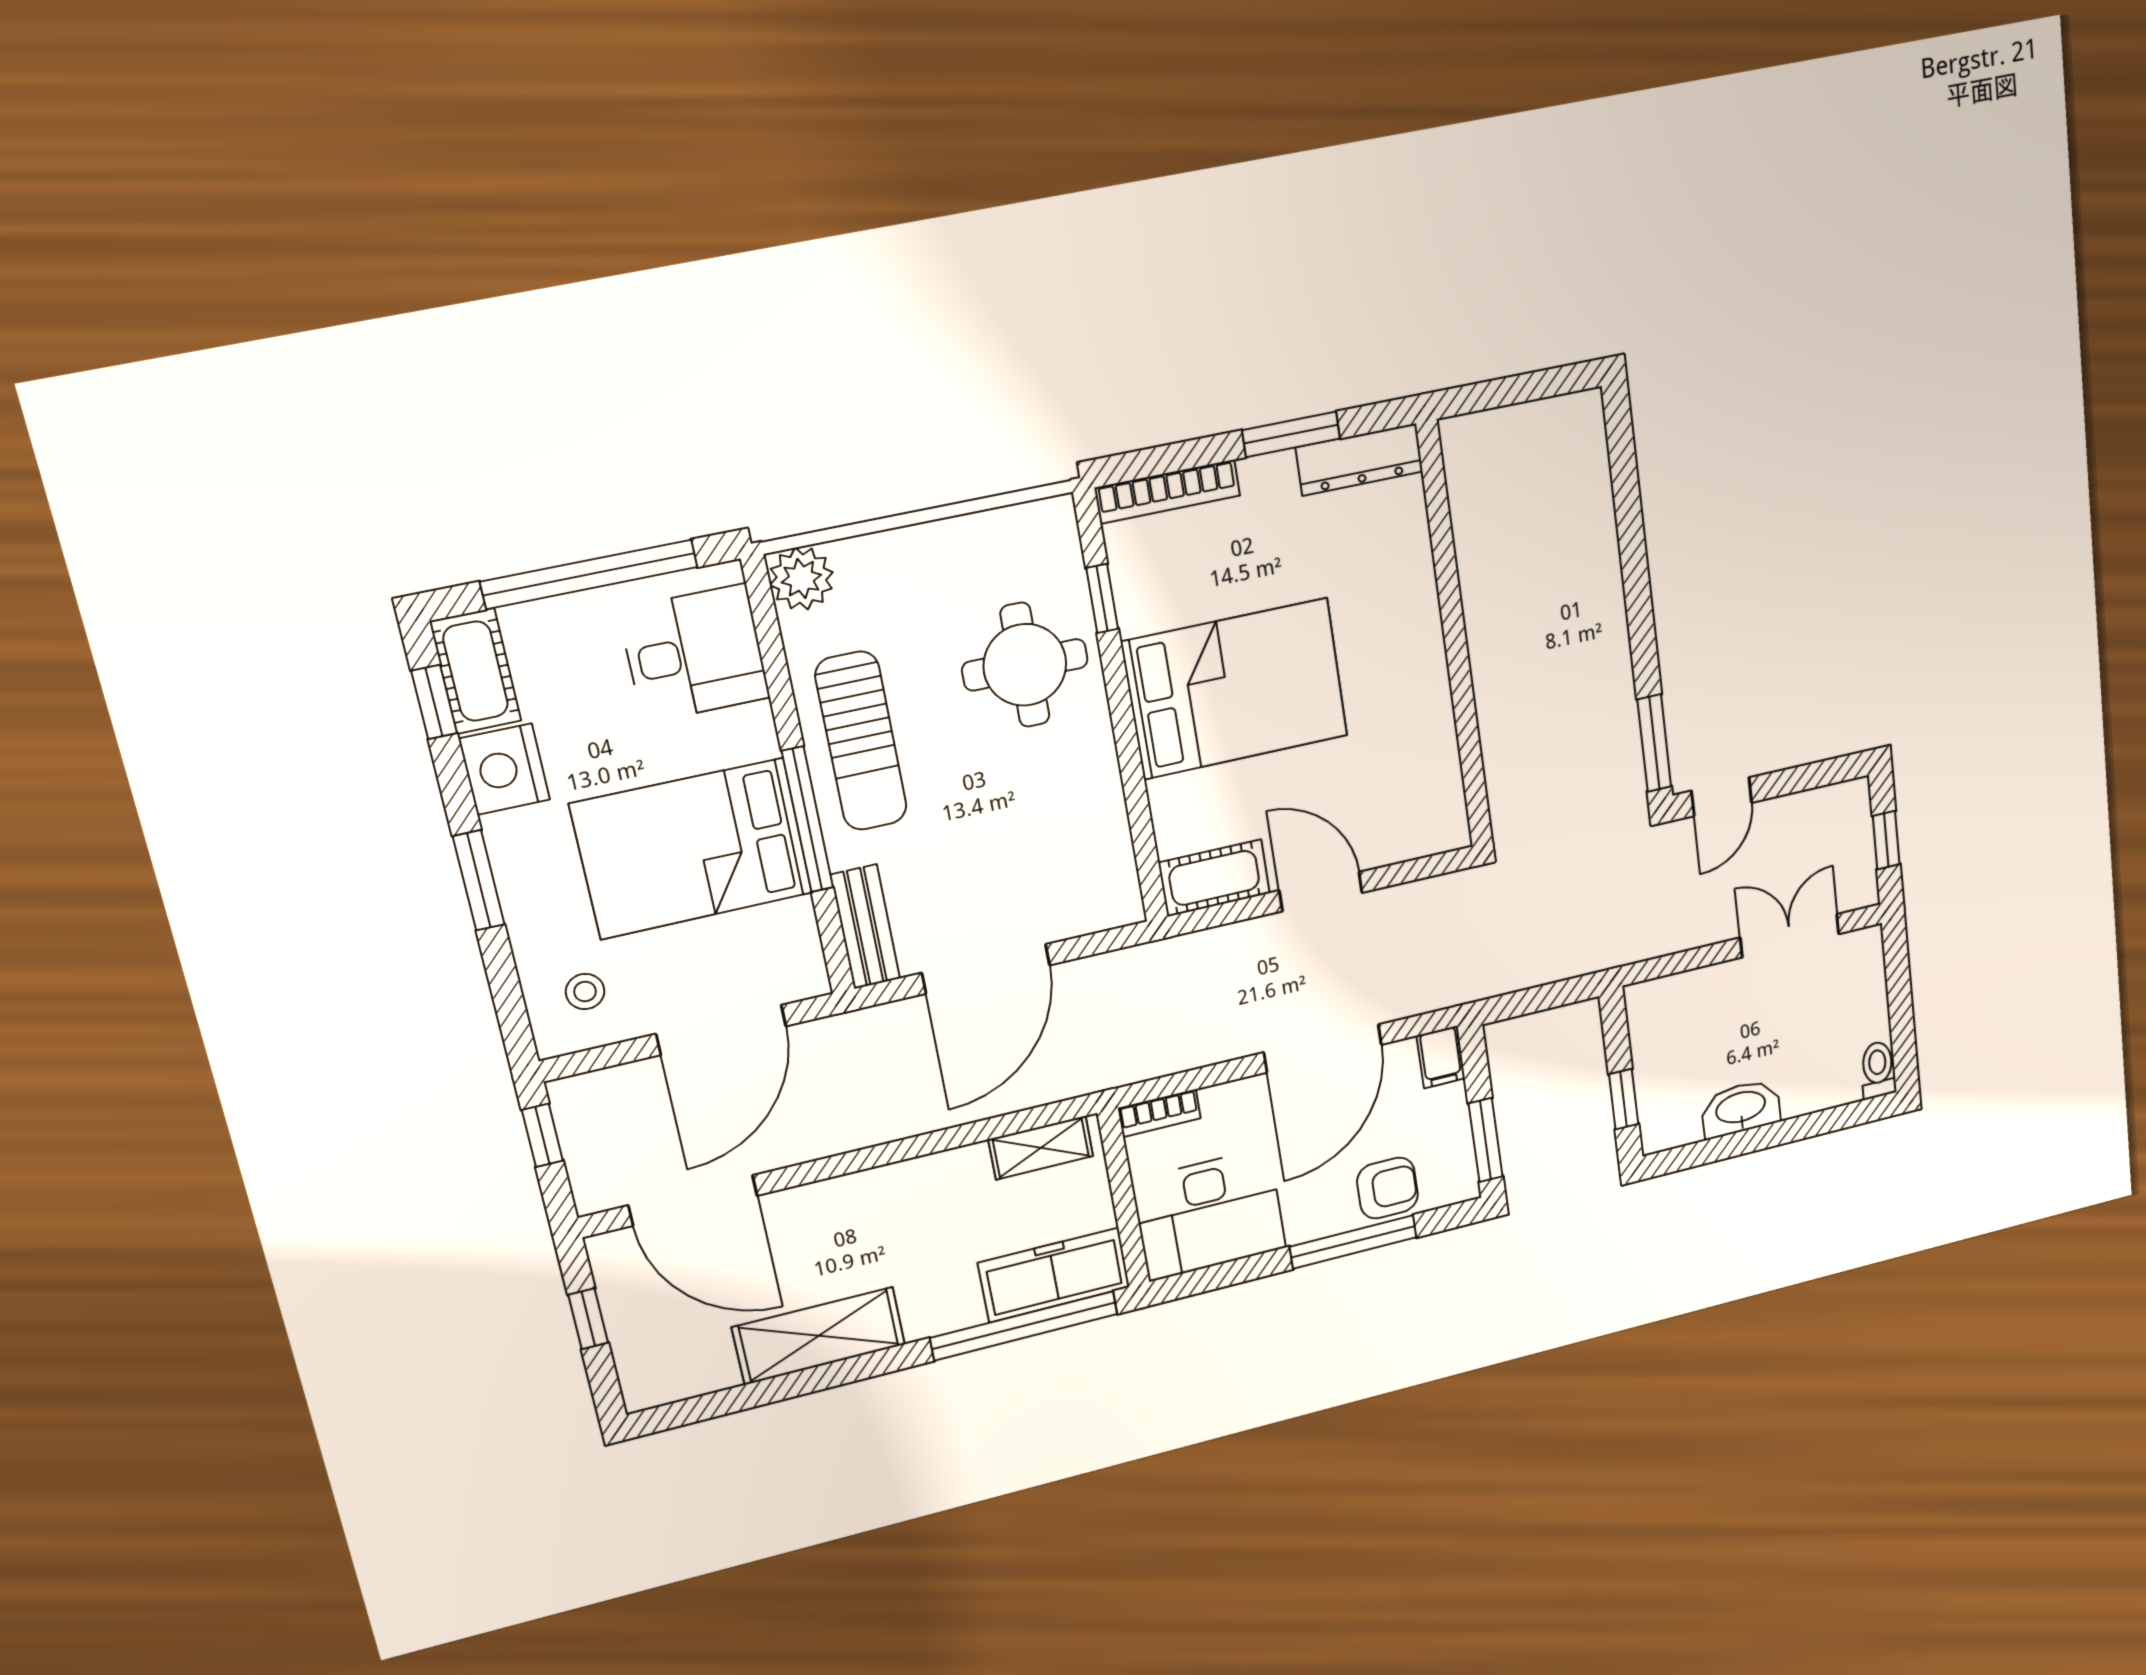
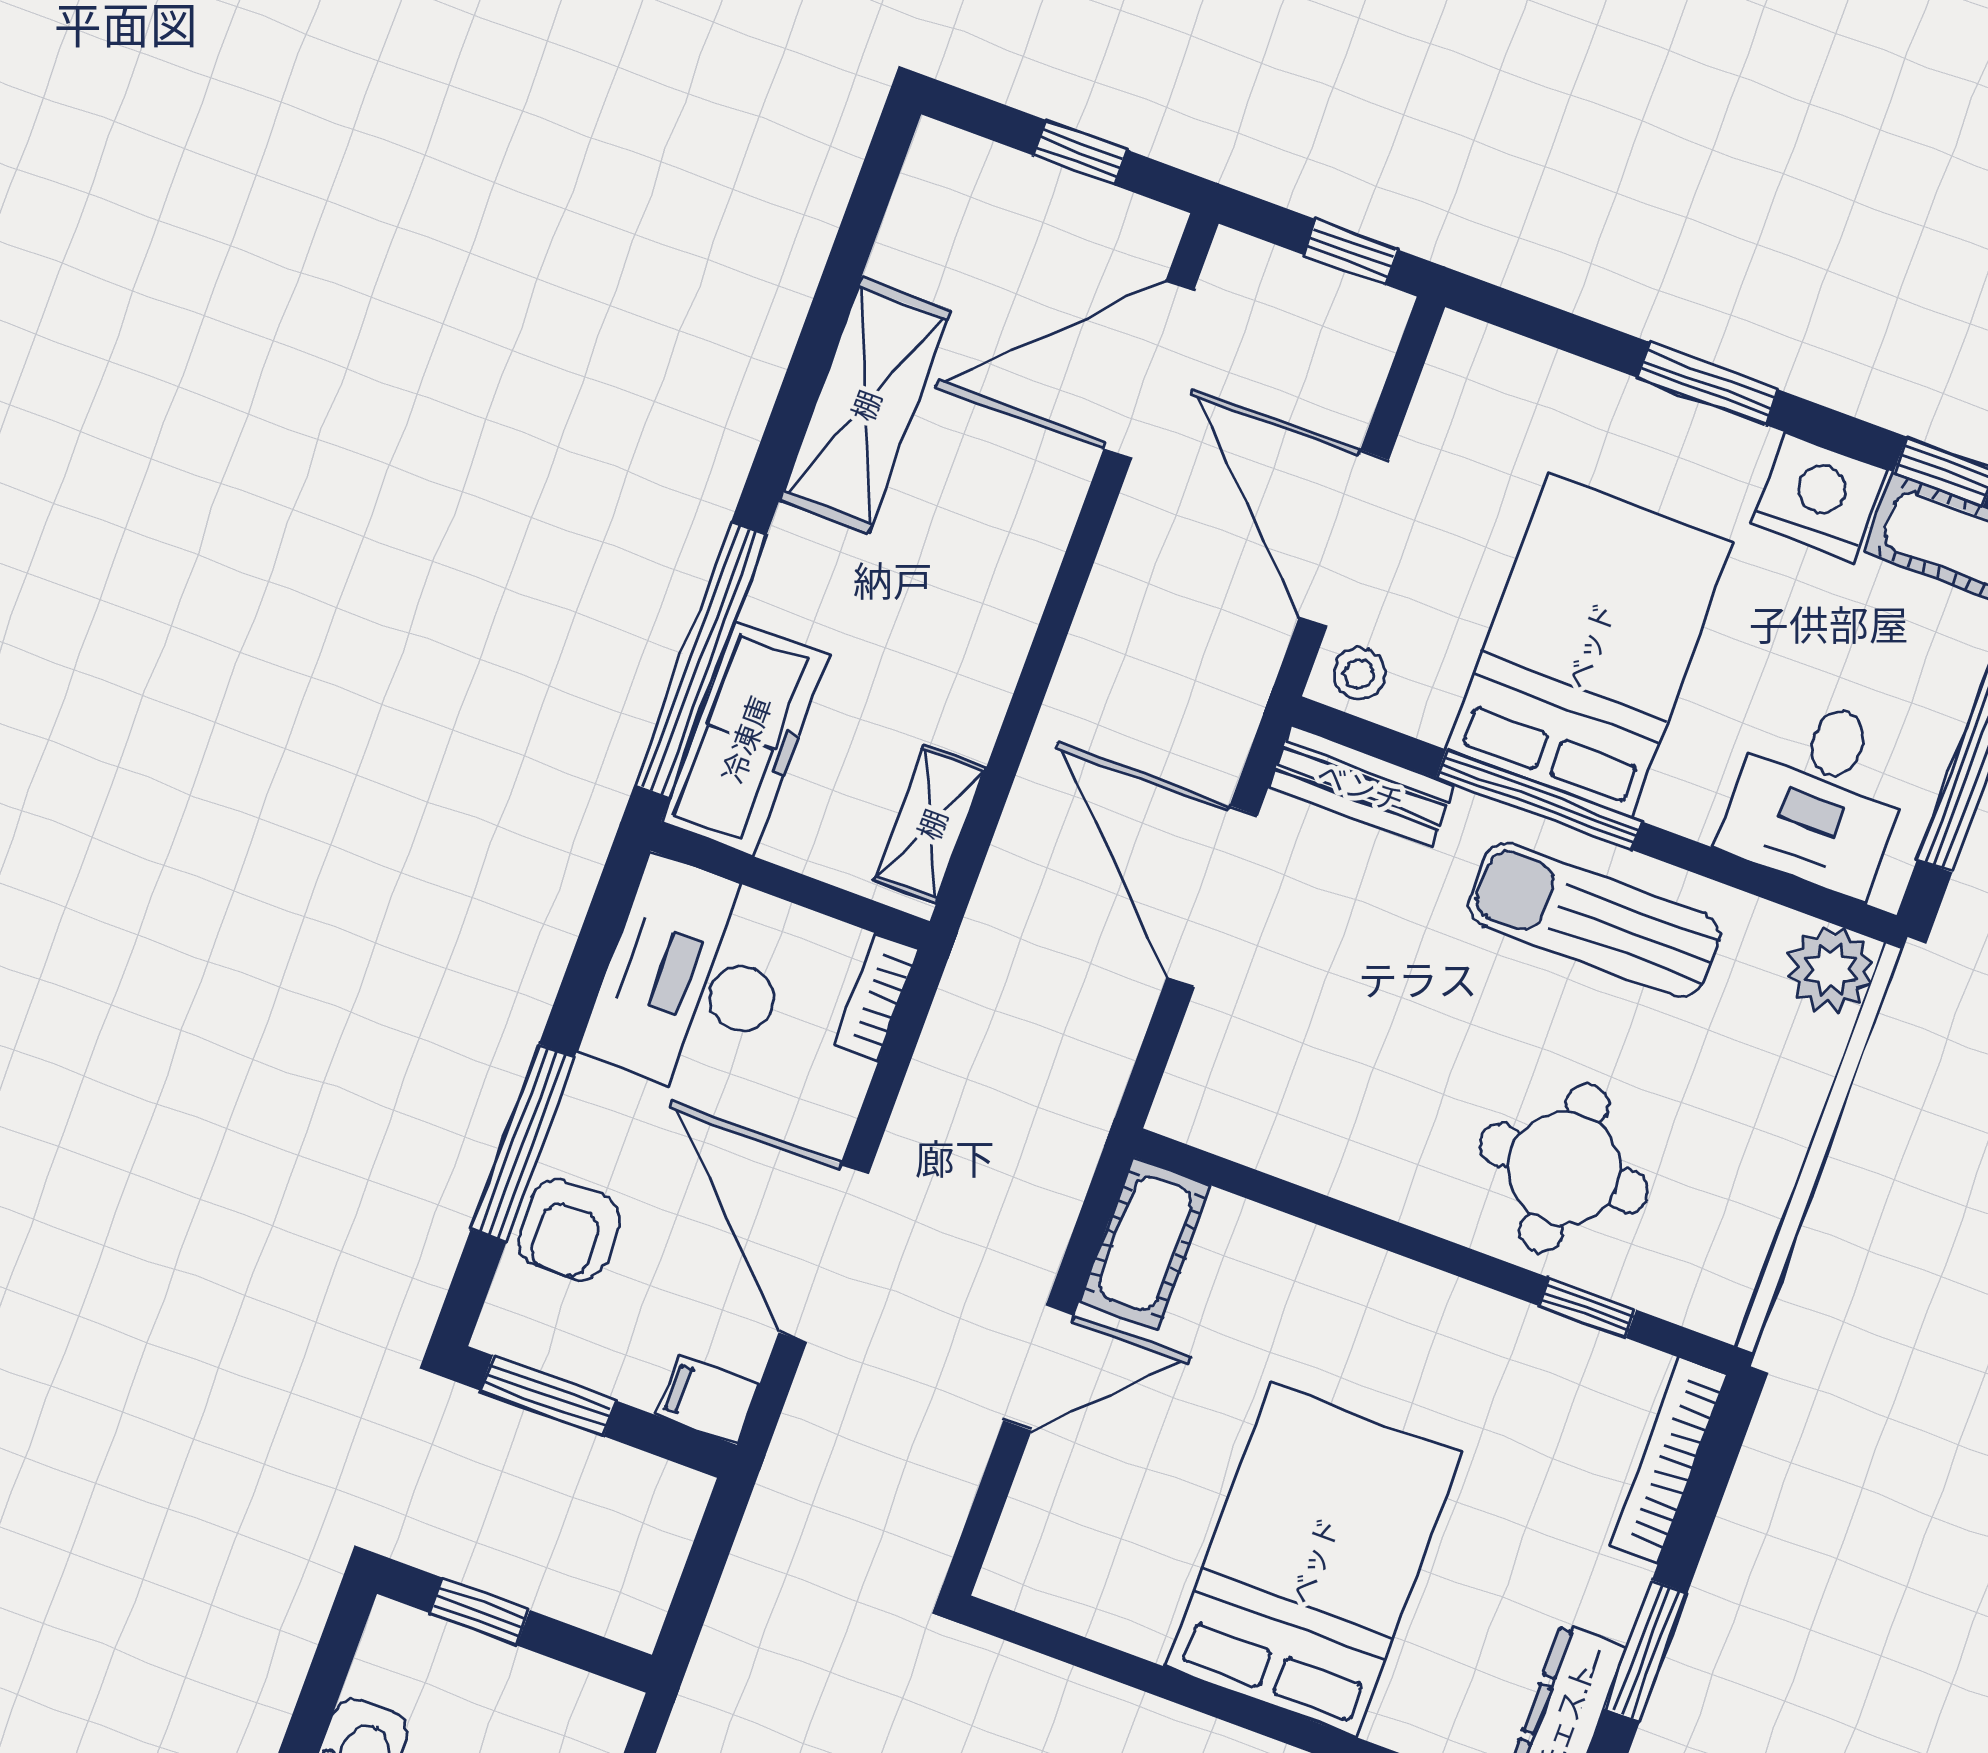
bed: (1235, 689) -> (1313, 1560), moved, turned 180
stool: (585, 992) -> (1359, 674), moved

